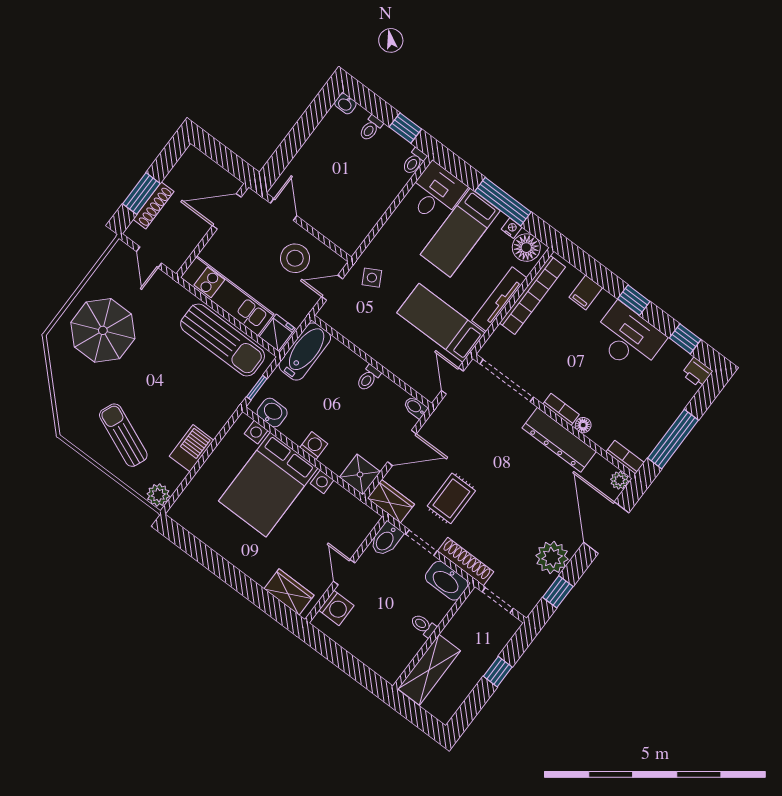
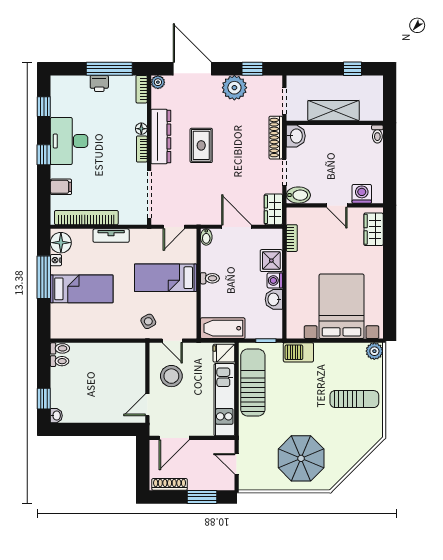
toilet: (371, 128) -> (60, 361), moved
window: (405, 128) -> (44, 399), moved
desk: (436, 193) -> (69, 321), removed
shoe rack: (153, 205) -> (170, 484), moved
door: (227, 211) -> (174, 438), hinge flipped
door: (149, 257) -> (237, 464), swing flipped
tv unit: (499, 299) -> (111, 236), width x0.71
bed: (441, 323) -> (166, 278), moved, turned 90
printer: (697, 373) -> (99, 83), moved, turned 90
washbasin: (272, 413) -> (274, 299), moved
sun lounger: (123, 435) -> (354, 399), turned -113
barbecue: (192, 448) -> (298, 352), moved
shower: (360, 475) -> (271, 261), moved
bed with nightstands: (268, 485) -> (342, 306), moved, turned -90
bookcase: (345, 498) -> (292, 238), added
rug: (451, 498) -> (201, 145), moved, turned 90
door: (606, 528) -> (192, 69), swing flipped
door: (344, 572) -> (337, 205), hinge flipped
washbasin: (447, 581) -> (296, 136), width x0.72
toilet: (423, 625) -> (377, 134), moved
shelving: (429, 670) -> (333, 111), moved
window: (498, 672) -> (352, 69), moved

